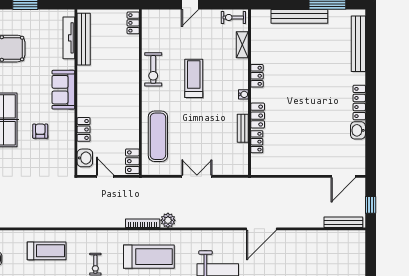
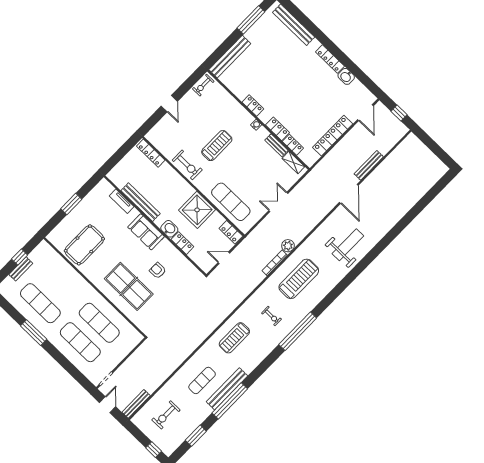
bench: (299, 16) -> (230, 57), moved
locker: (133, 23) -> (151, 153), width x1.53
tv unit: (69, 38) -> (122, 201), width x0.71
bench: (84, 39) -> (141, 202), moved
shelving: (242, 45) -> (293, 163), moved
treadmill: (194, 78) -> (217, 146), turned 90
shower: (124, 115) -> (197, 210), added
washbasin: (85, 158) -> (169, 229), moved
locker: (297, 168) -> (333, 136), added
bench: (343, 222) -> (369, 165), moved
treadmill: (47, 251) -> (234, 338), turned 180

